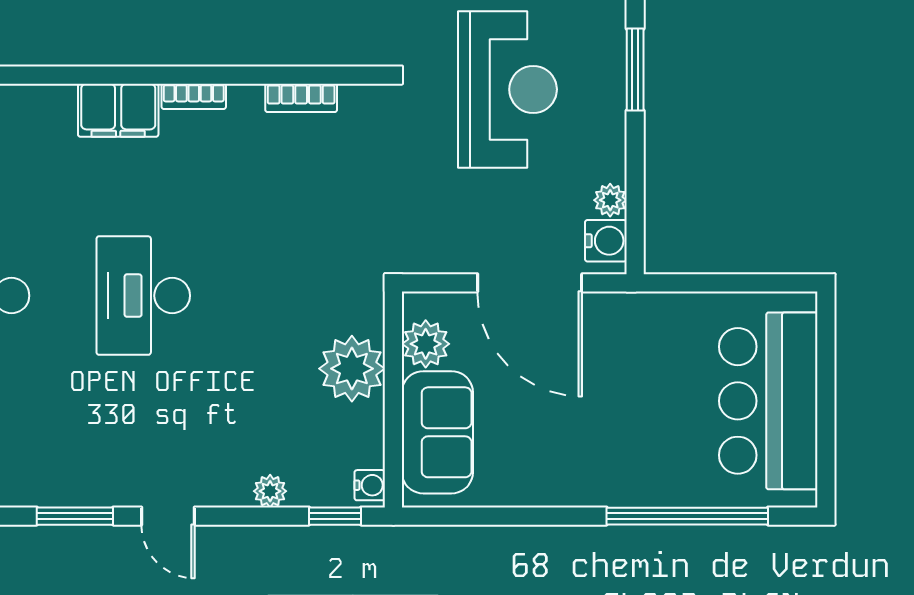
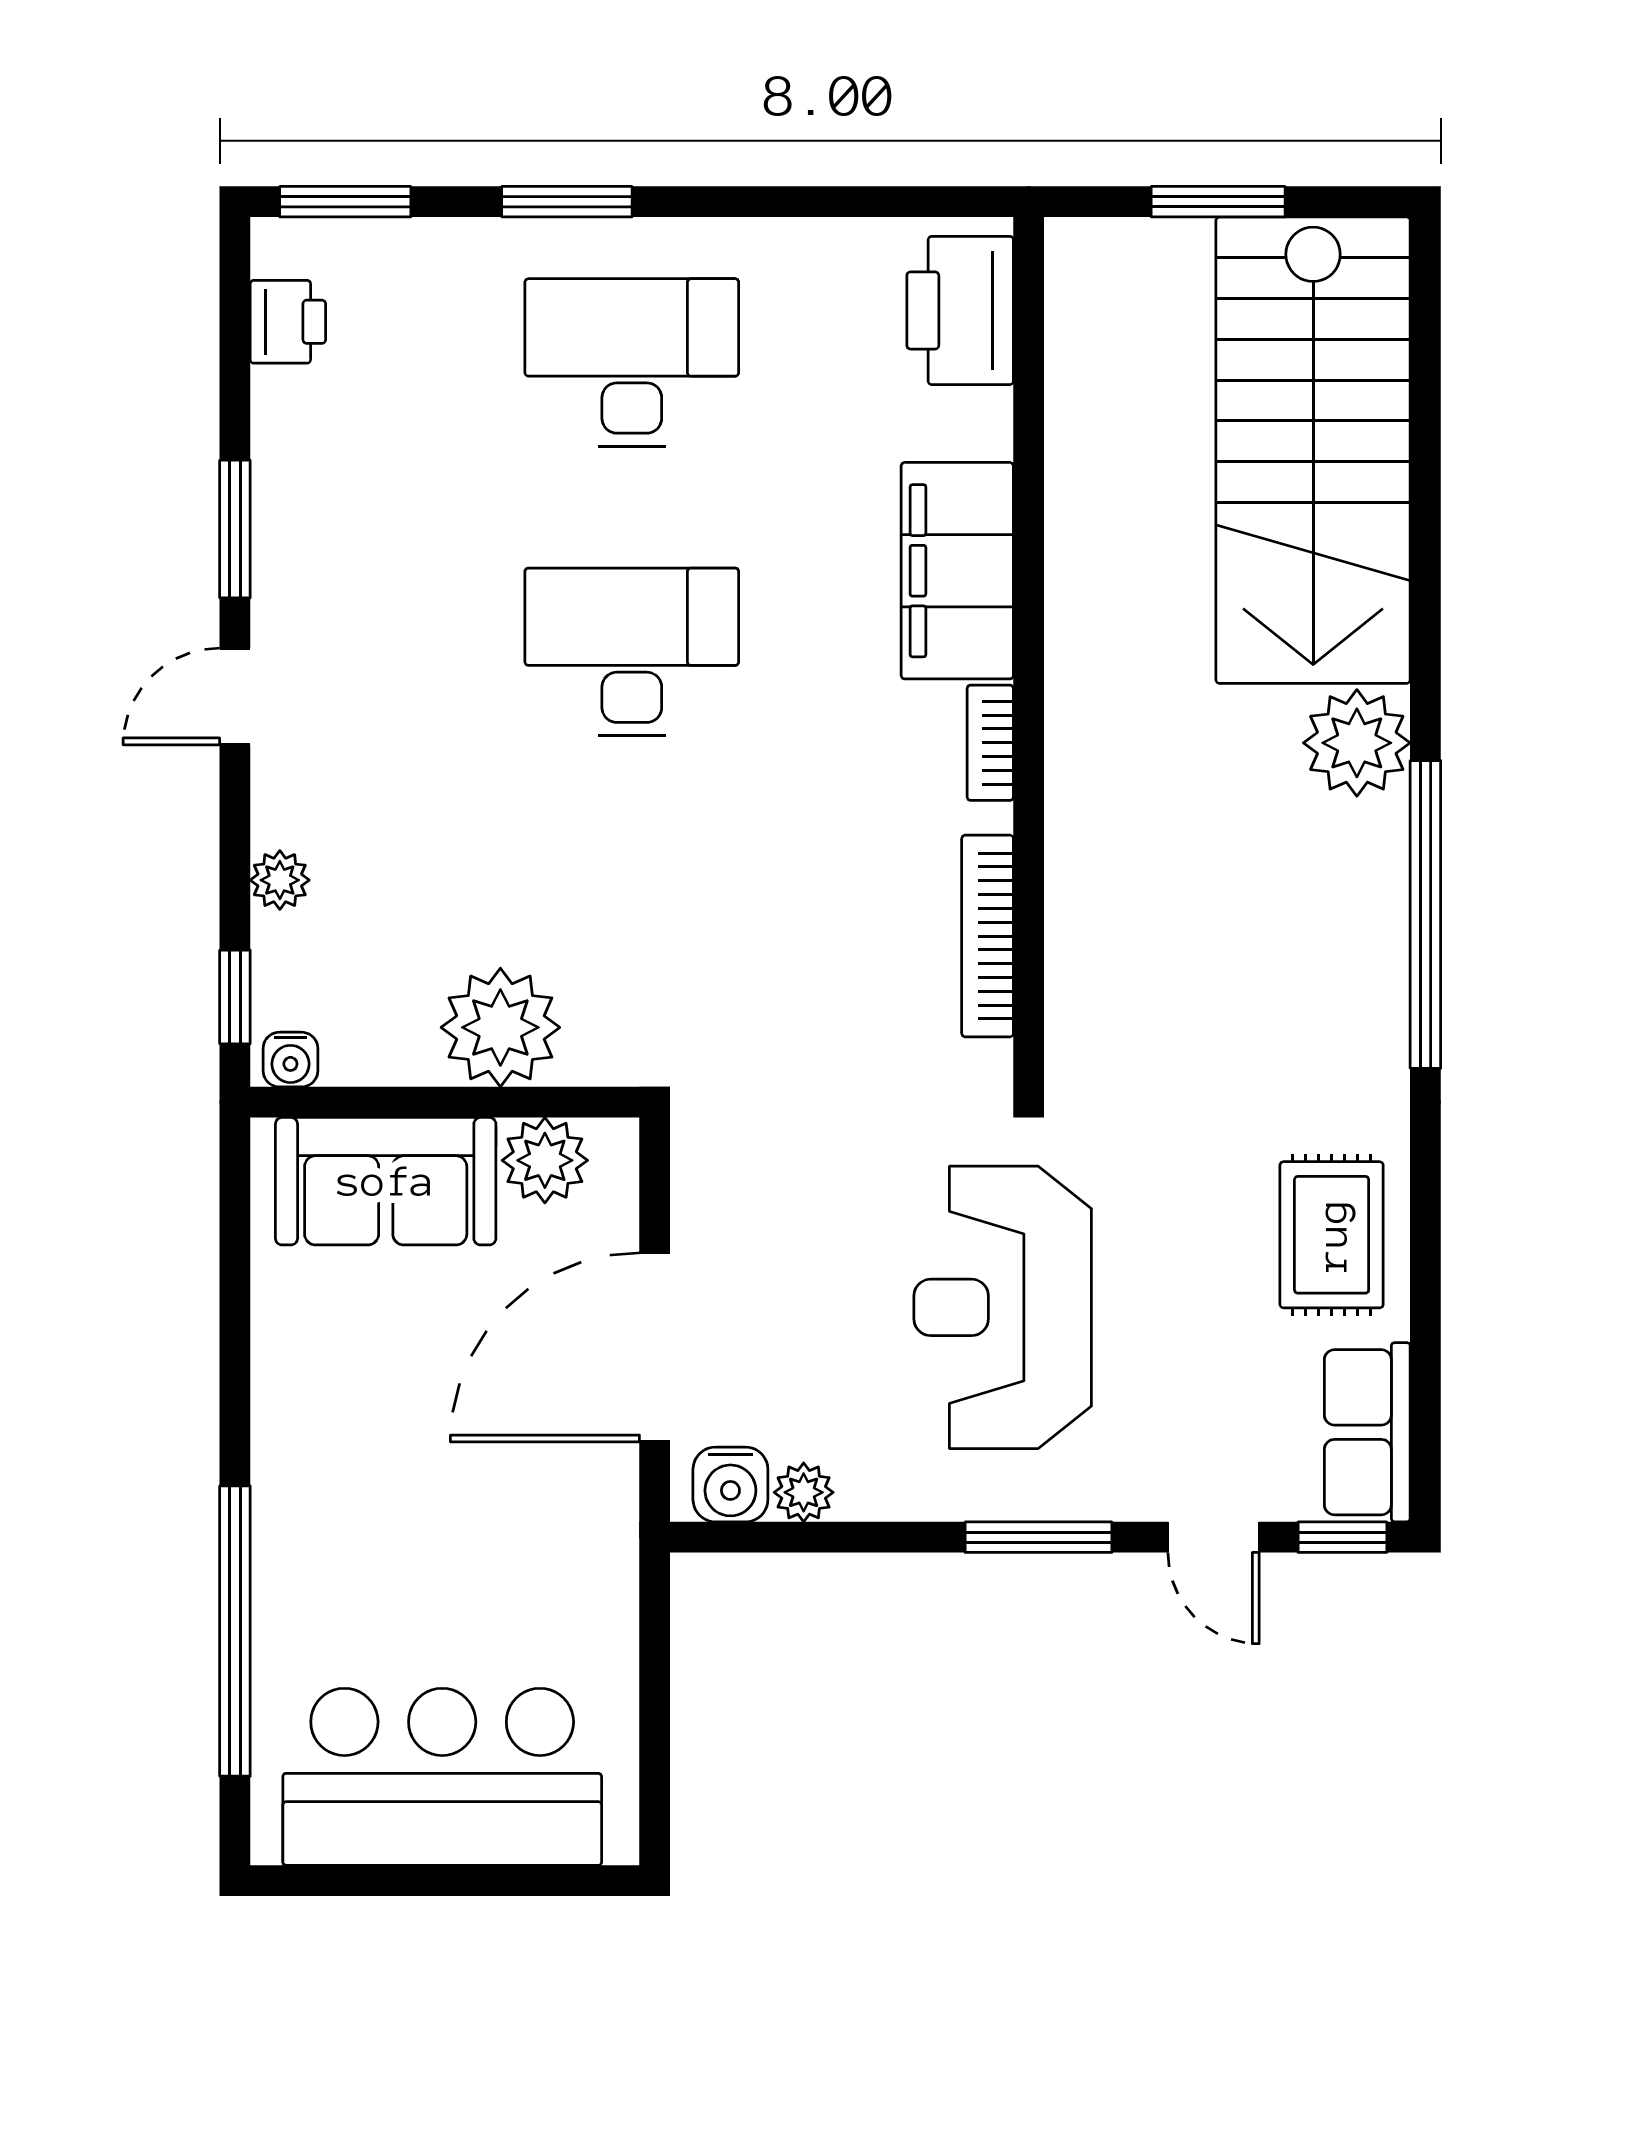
reception desk: (507, 89) -> (1003, 1307), turned 90
bookcase: (301, 98) -> (988, 936), width x1.56
filing cabinet: (118, 110) -> (957, 571), width x1.50, depth x1.17

